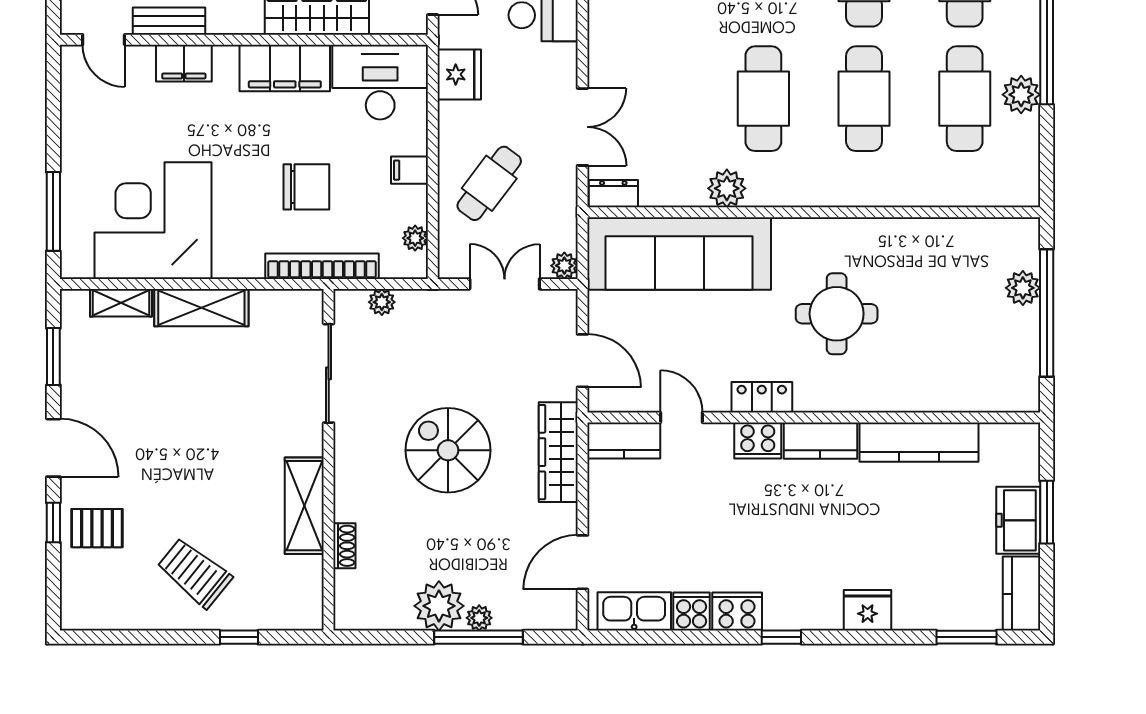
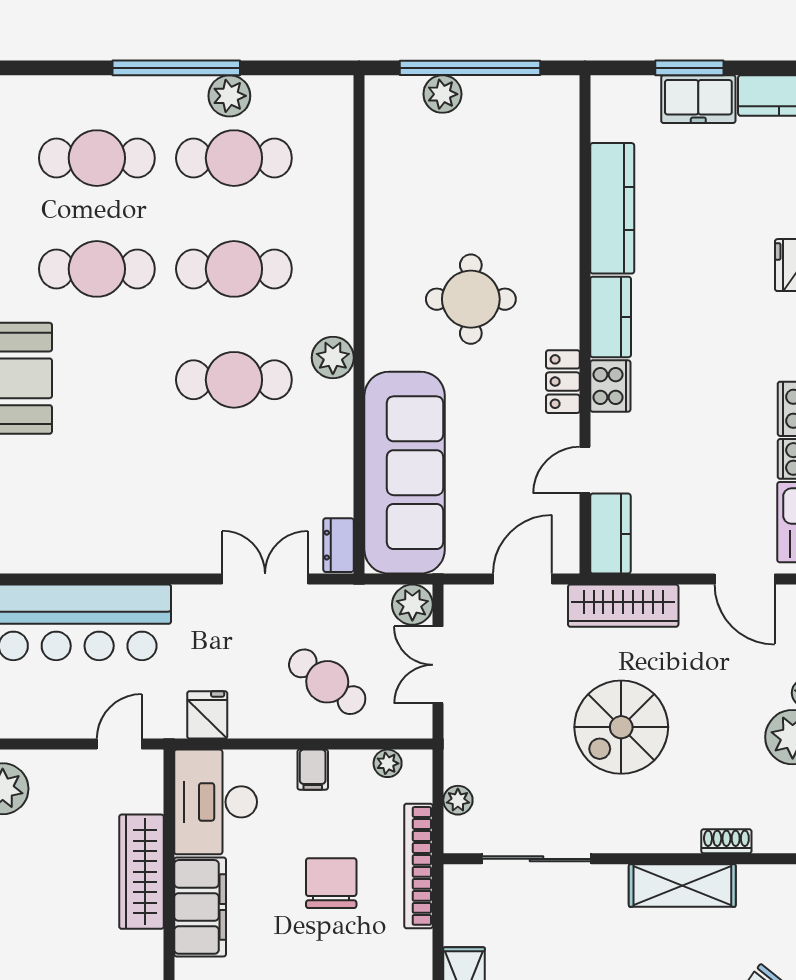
fridge: (459, 74) -> (207, 715), width x0.72
plant: (727, 188) -> (333, 358), moved
plant: (564, 266) -> (412, 605), width x1.38, depth x1.38

